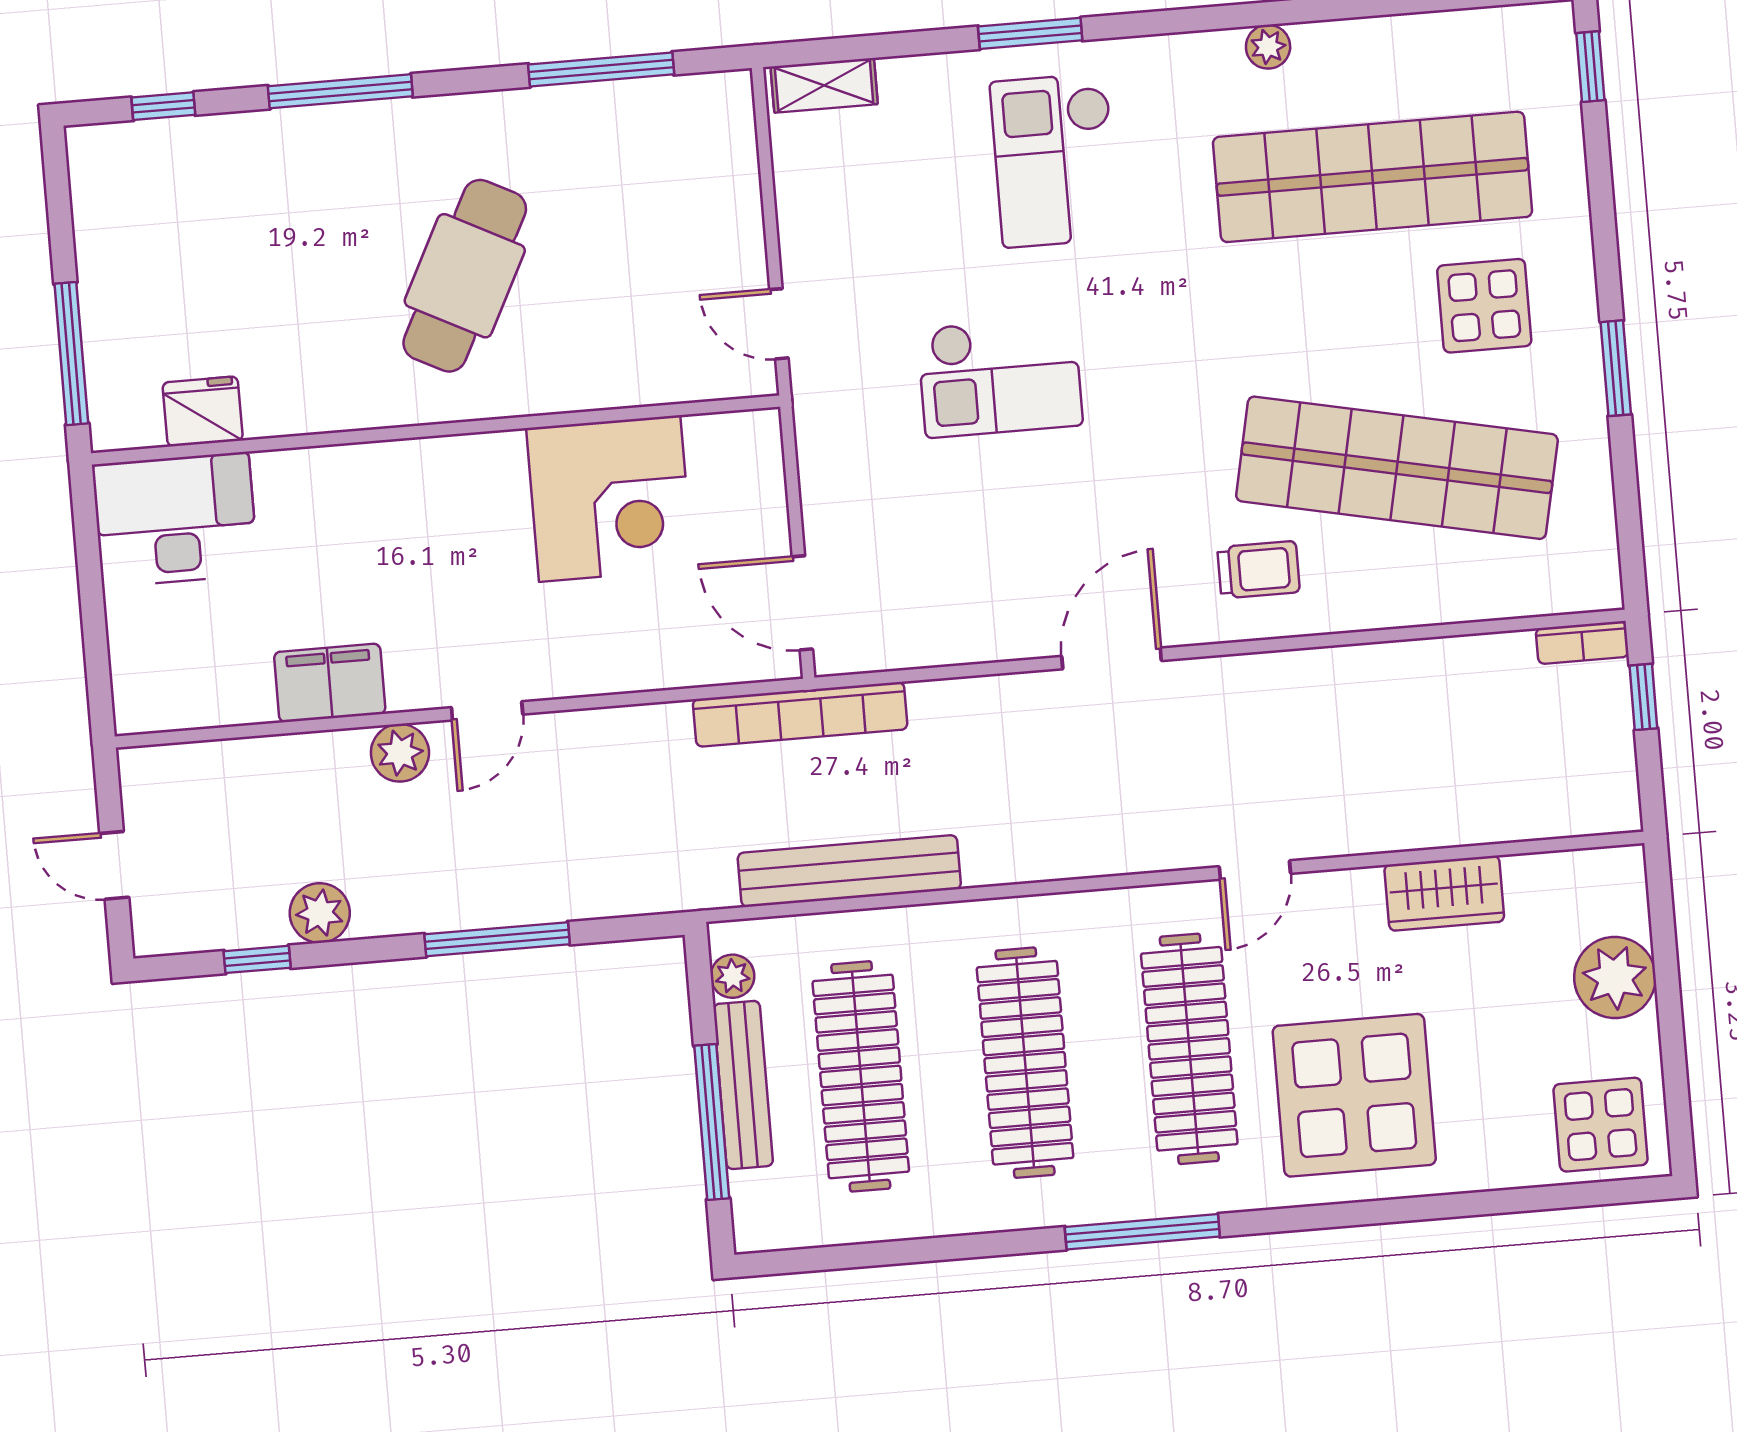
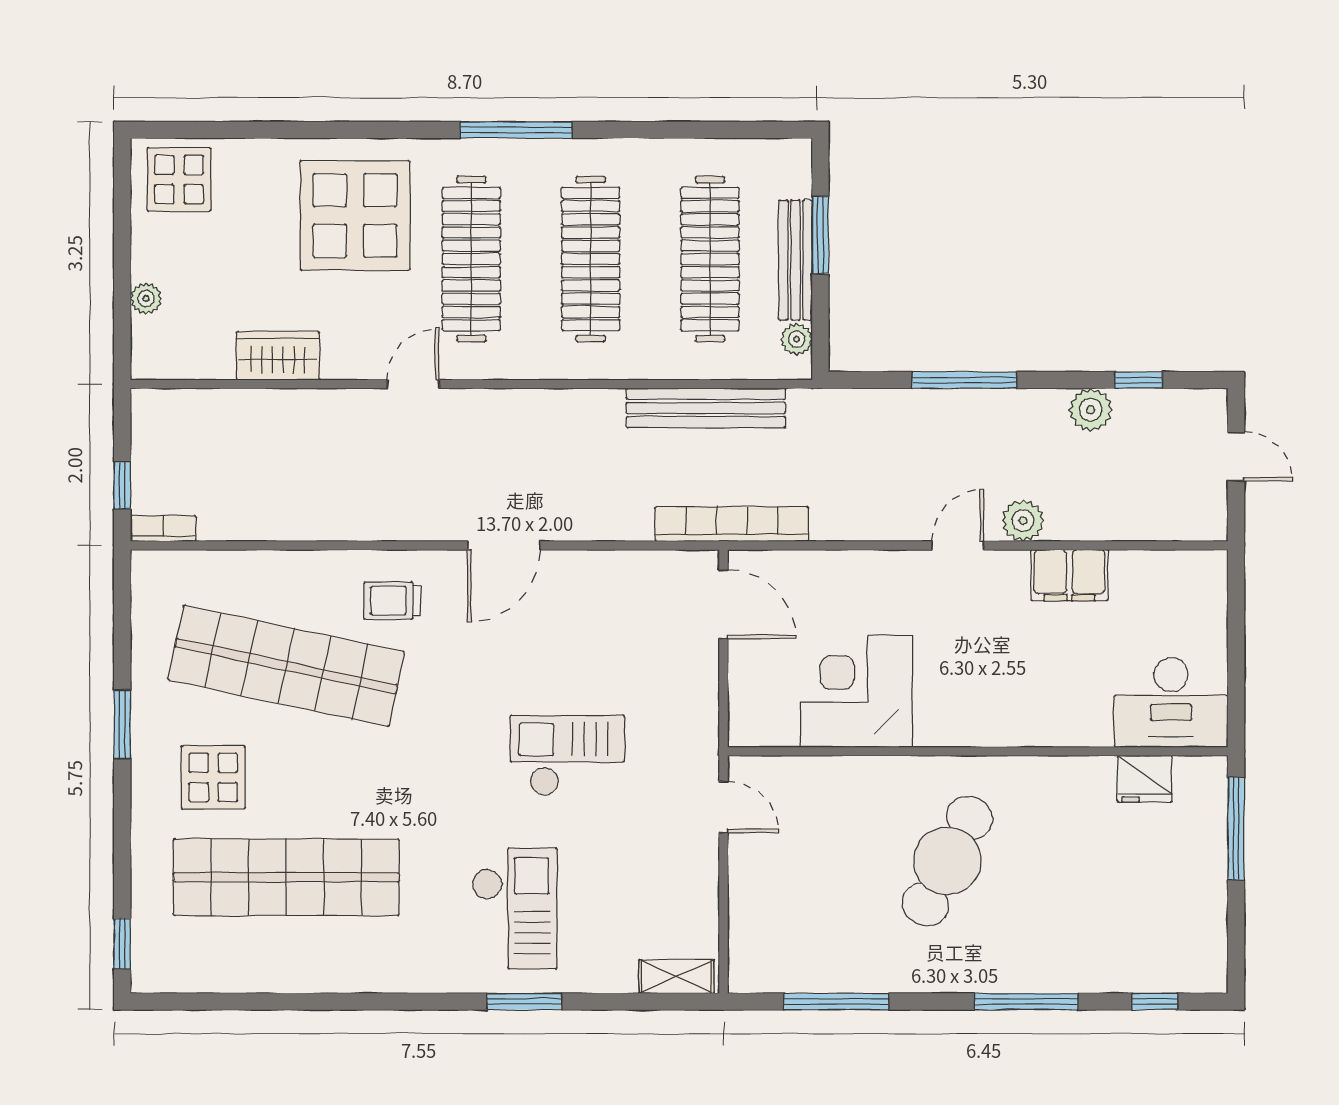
plant: (1268, 47) -> (354, 978), removed
plant: (1615, 977) -> (146, 298), width x0.53, depth x0.53
window: (712, 1122) -> (820, 235), width x0.69

